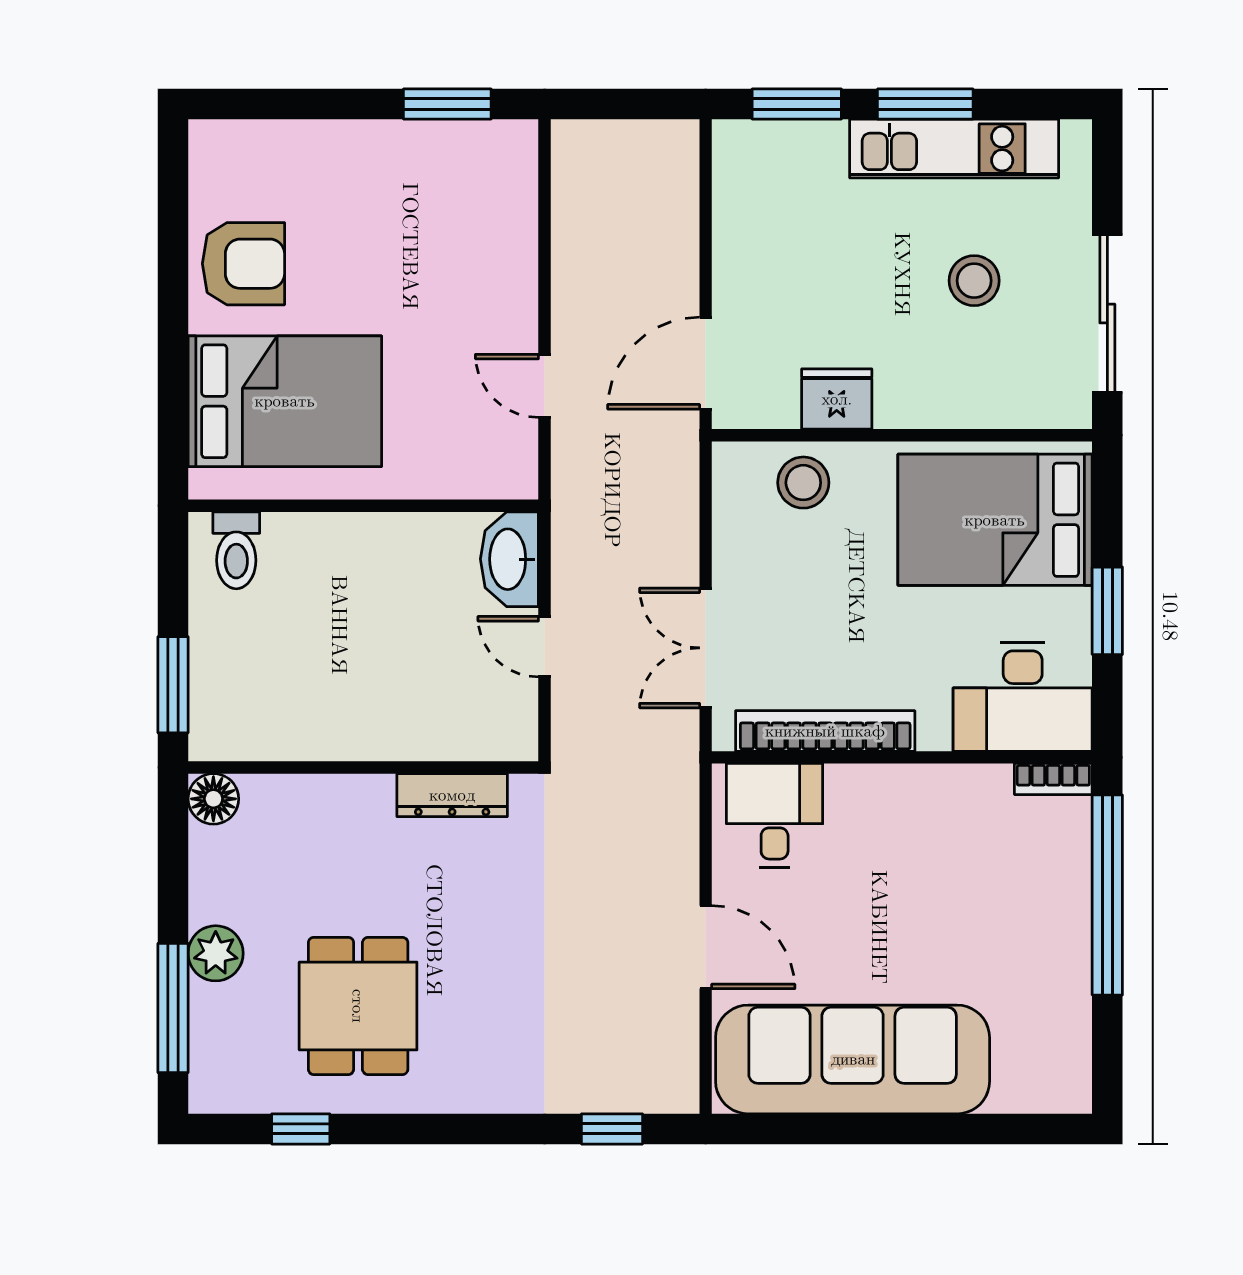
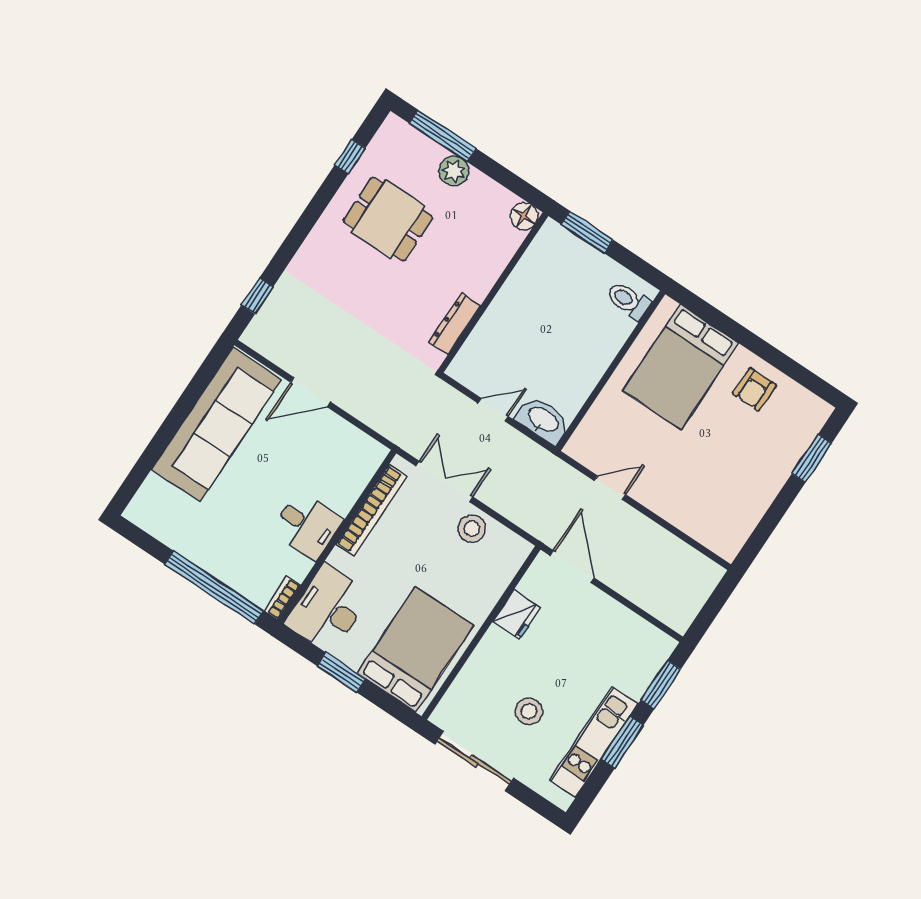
window: (447, 104) -> (812, 458), moved
armchair: (243, 264) -> (754, 389), width x0.72, depth x0.72
stool: (803, 483) -> (472, 529), moved
desk: (775, 815) -> (307, 525), moved

